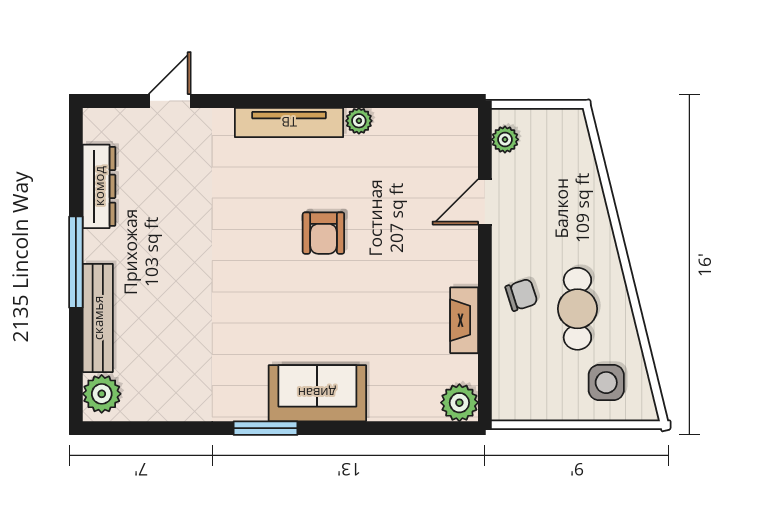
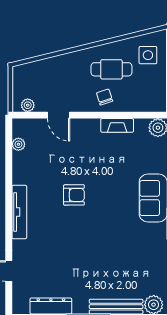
plant: (359, 121) -> (18, 144), moved

